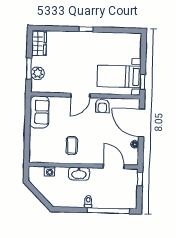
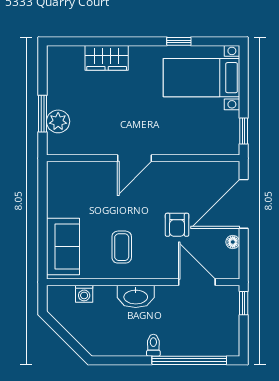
window: (86, 29) -> (179, 41), moved
wardrobe: (39, 44) -> (107, 58), moved, turned 90
bed with nightstands: (119, 76) -> (201, 78), moved
armchair: (102, 106) -> (177, 225), moved
sofa: (39, 112) -> (63, 246), moved
door: (141, 123) -> (244, 204), hinge flipped

